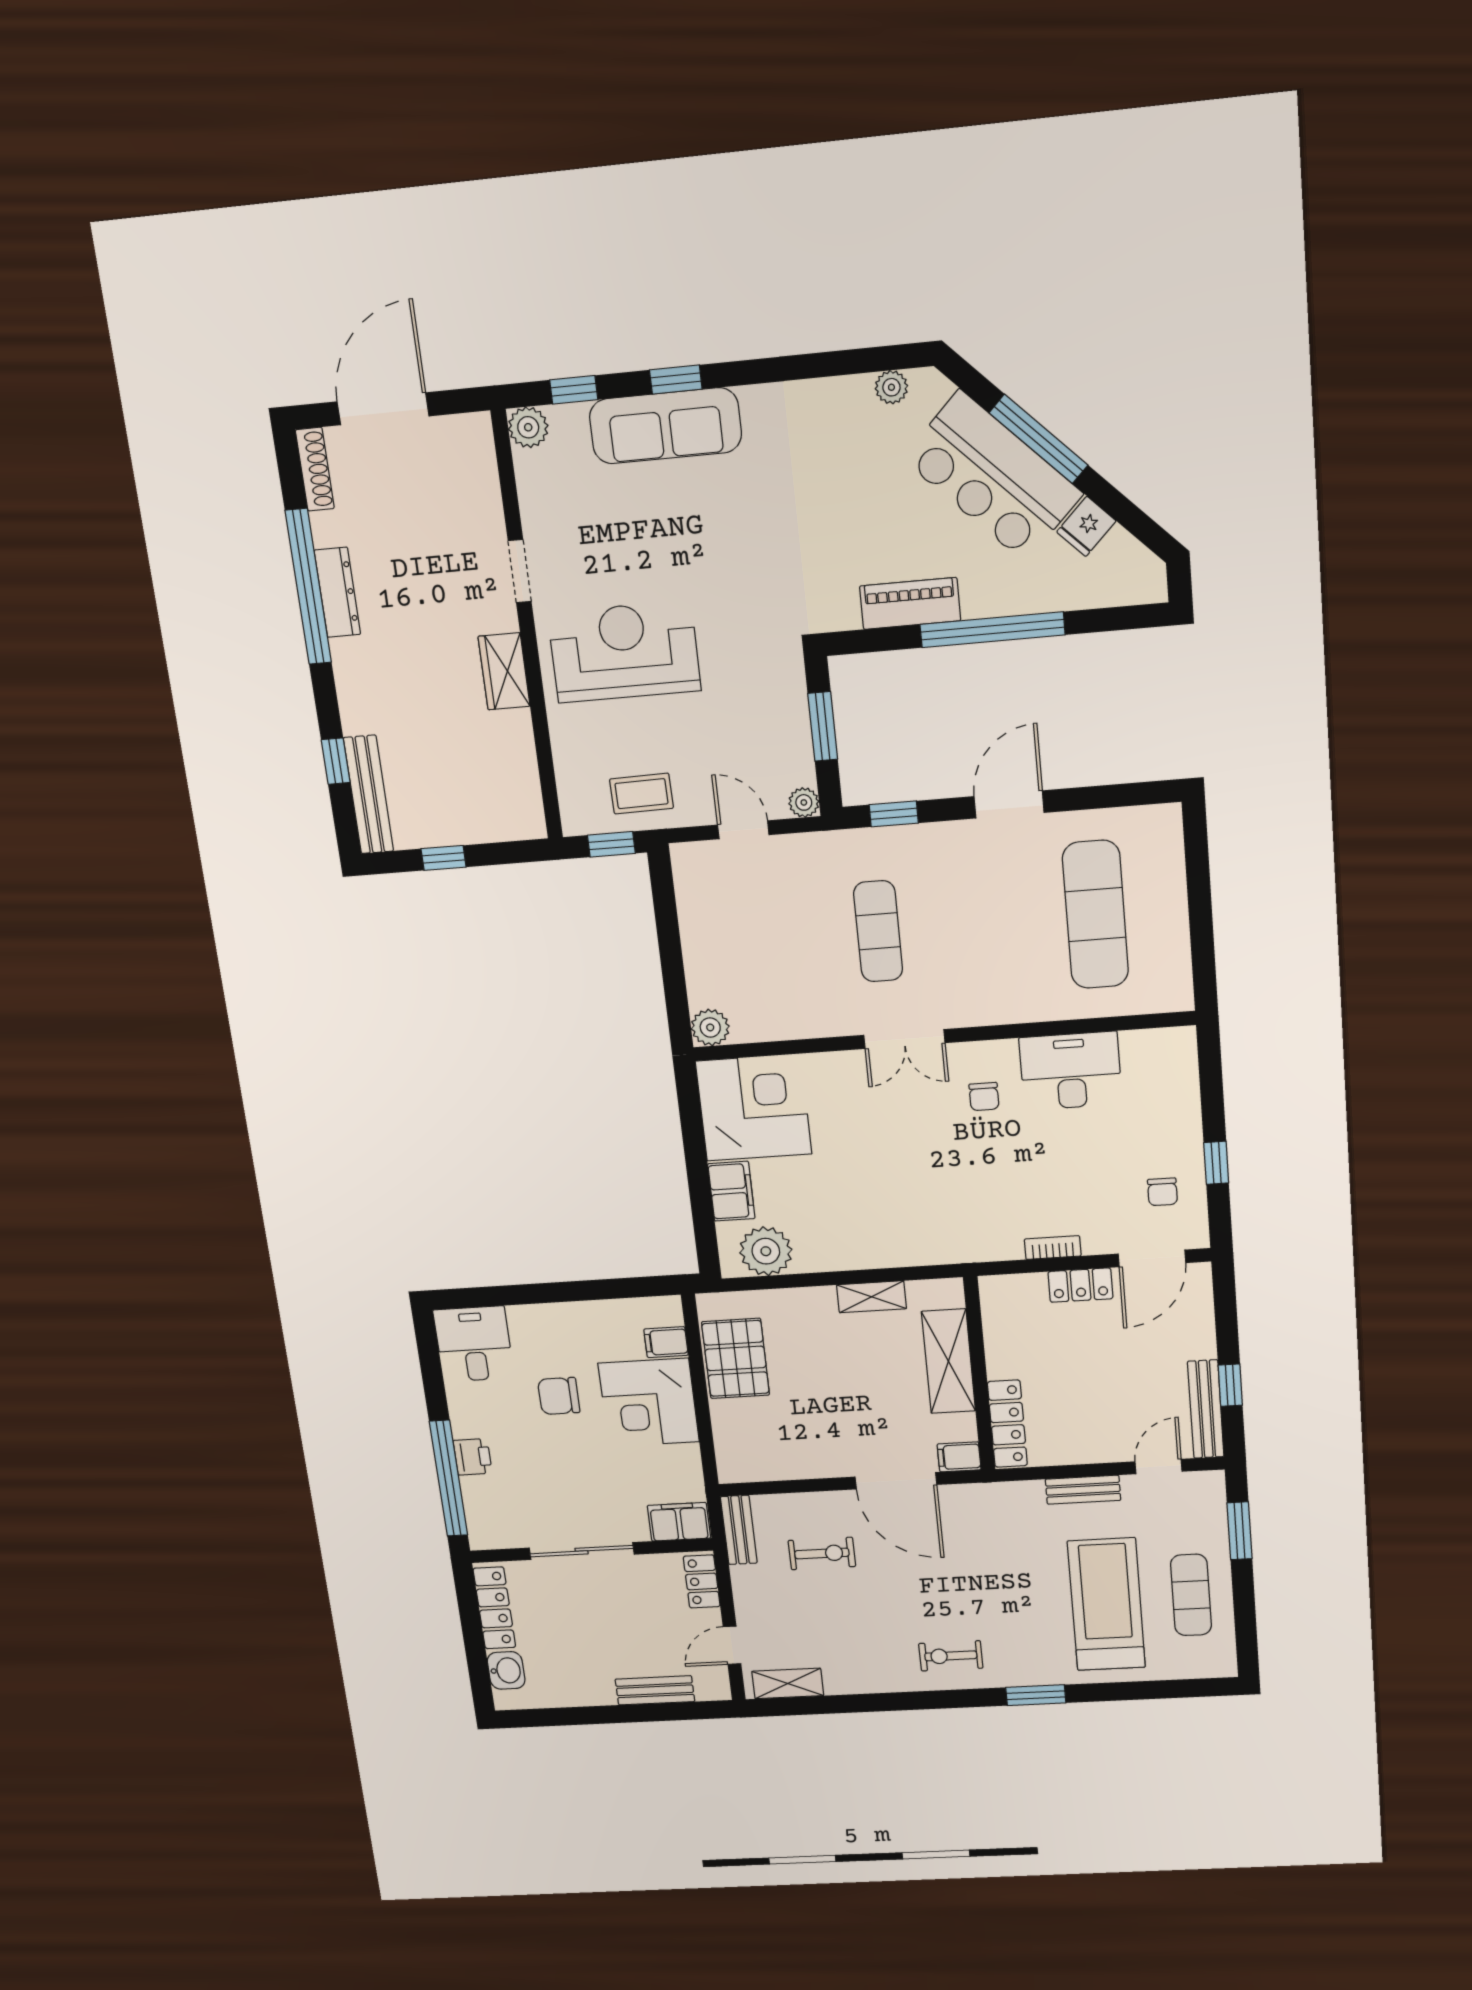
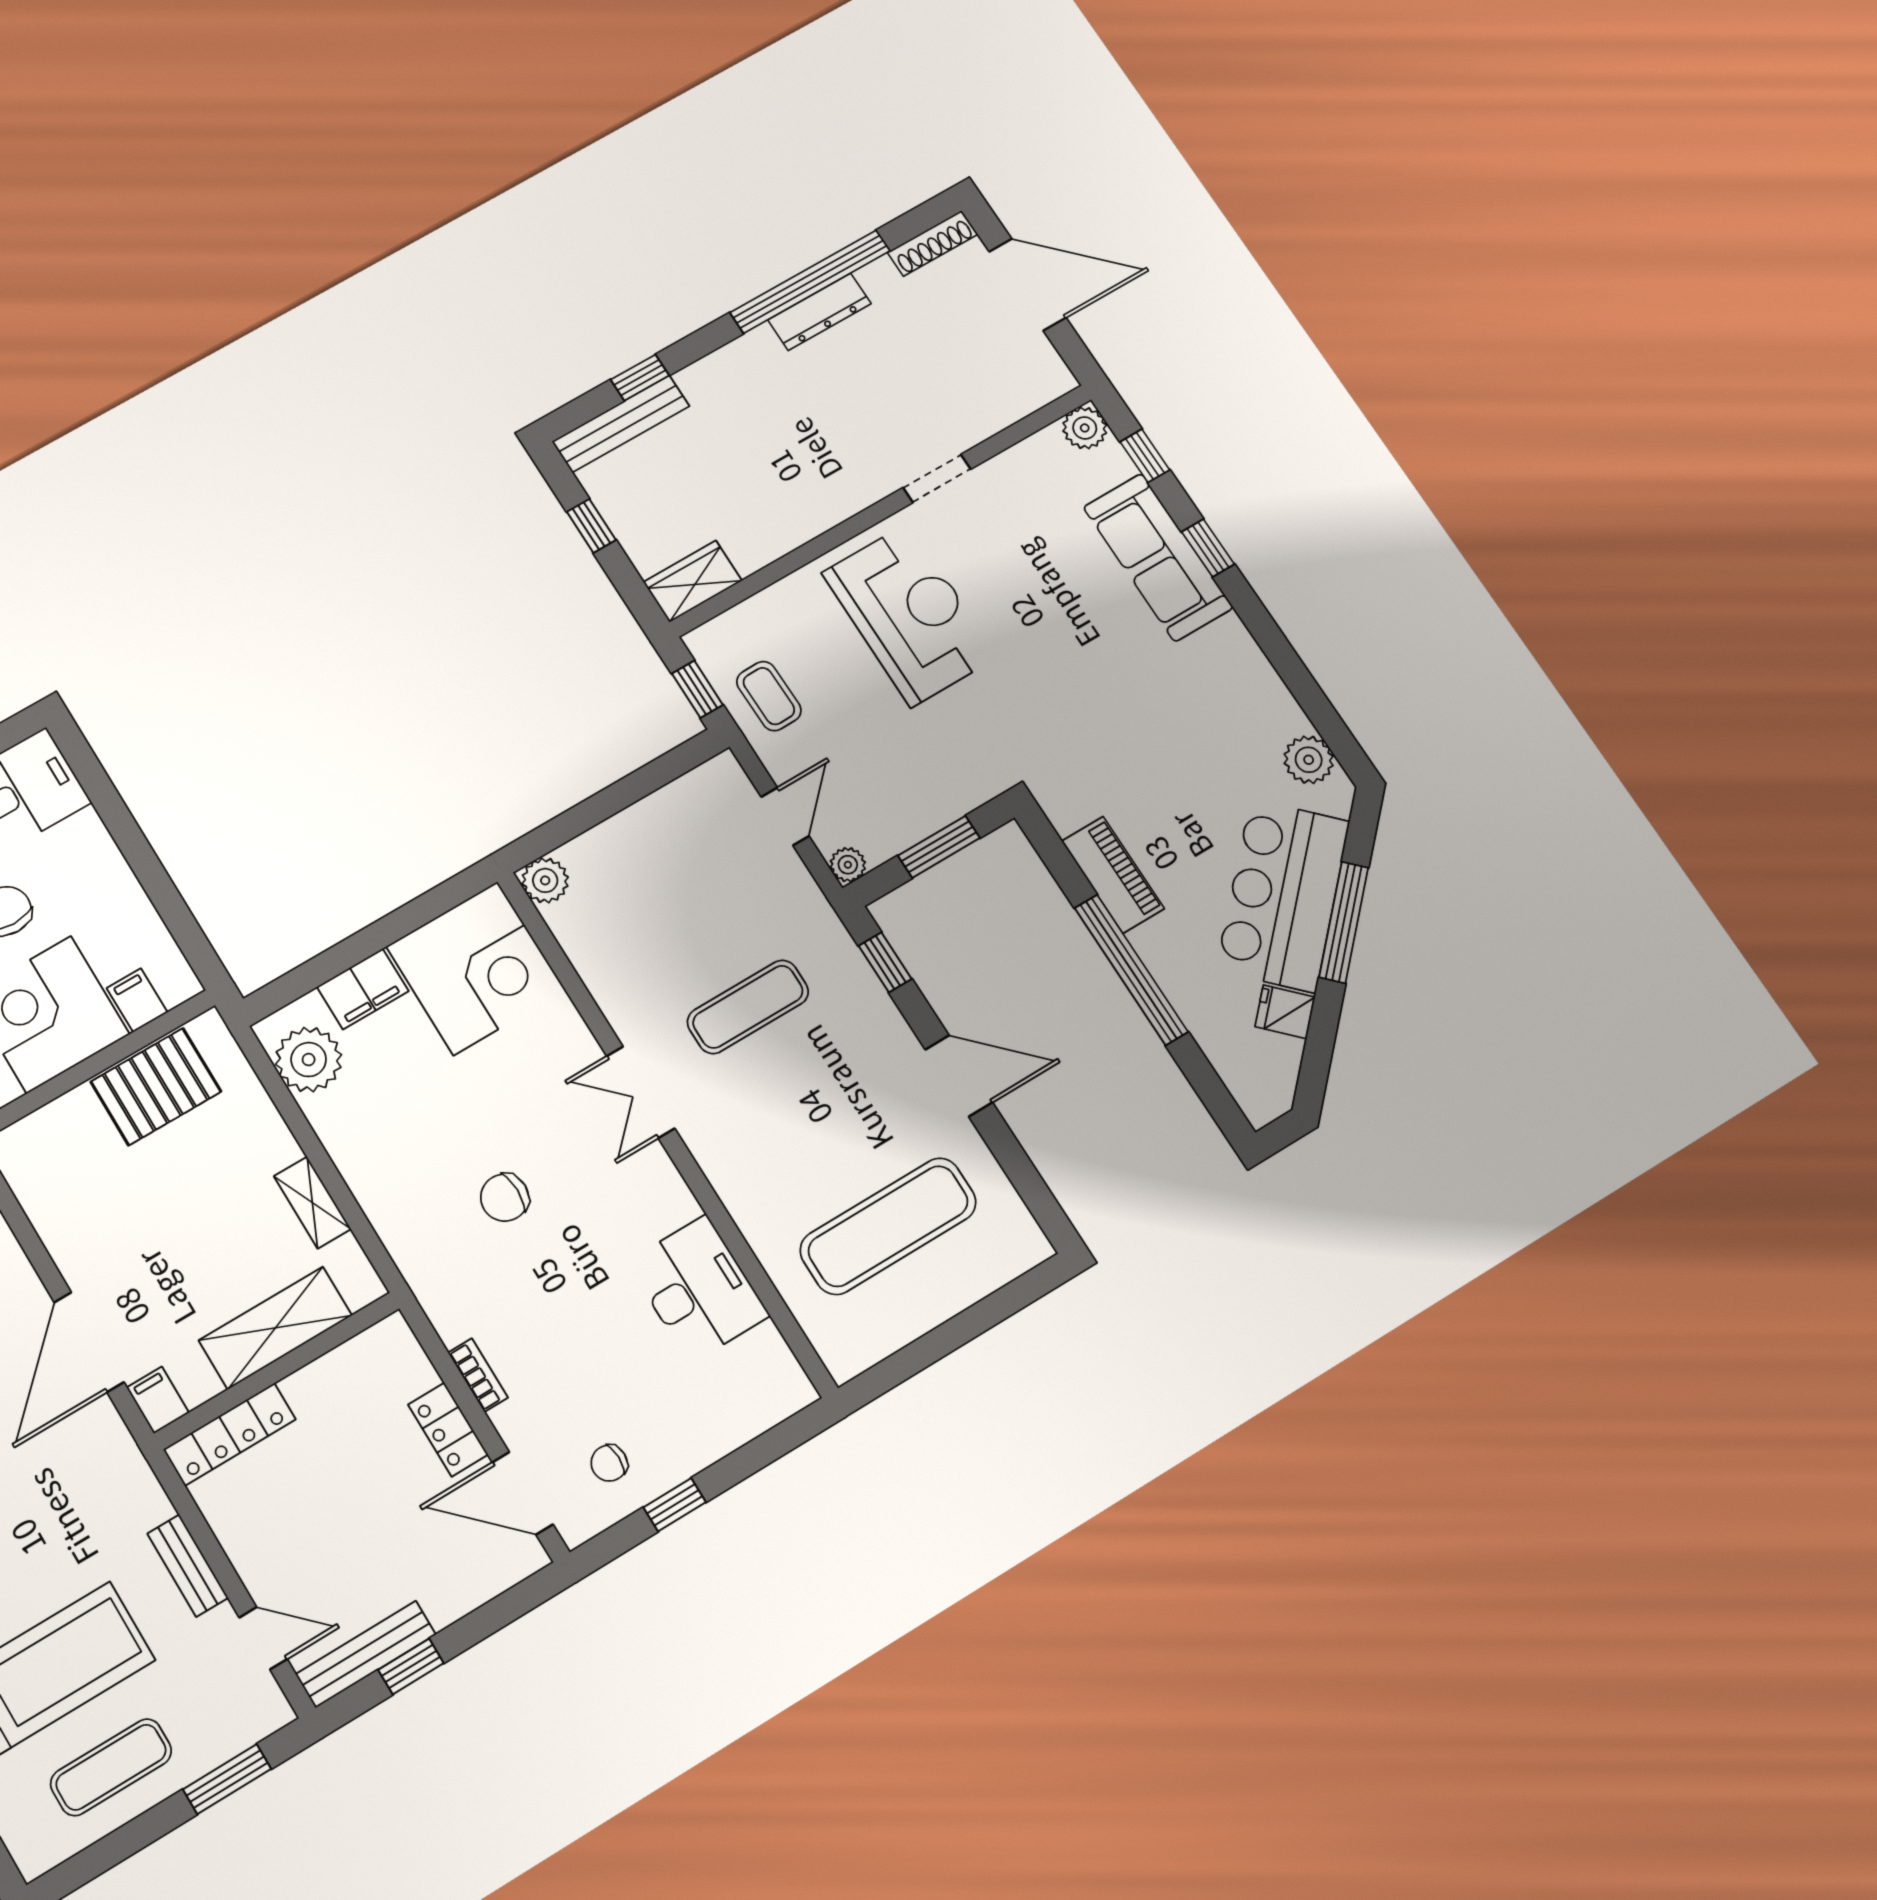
plant: (891, 387) -> (1309, 760), width x1.38, depth x1.38
wardrobe: (504, 671) -> (693, 581), moved
chair: (984, 1097) -> (505, 1198), moved, width x1.37, depth x1.37

